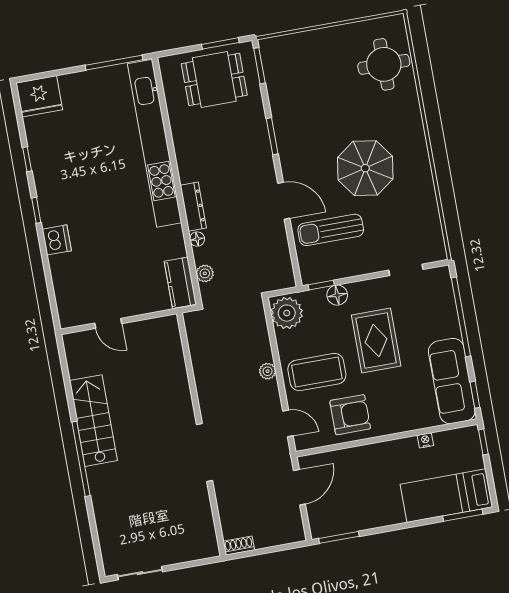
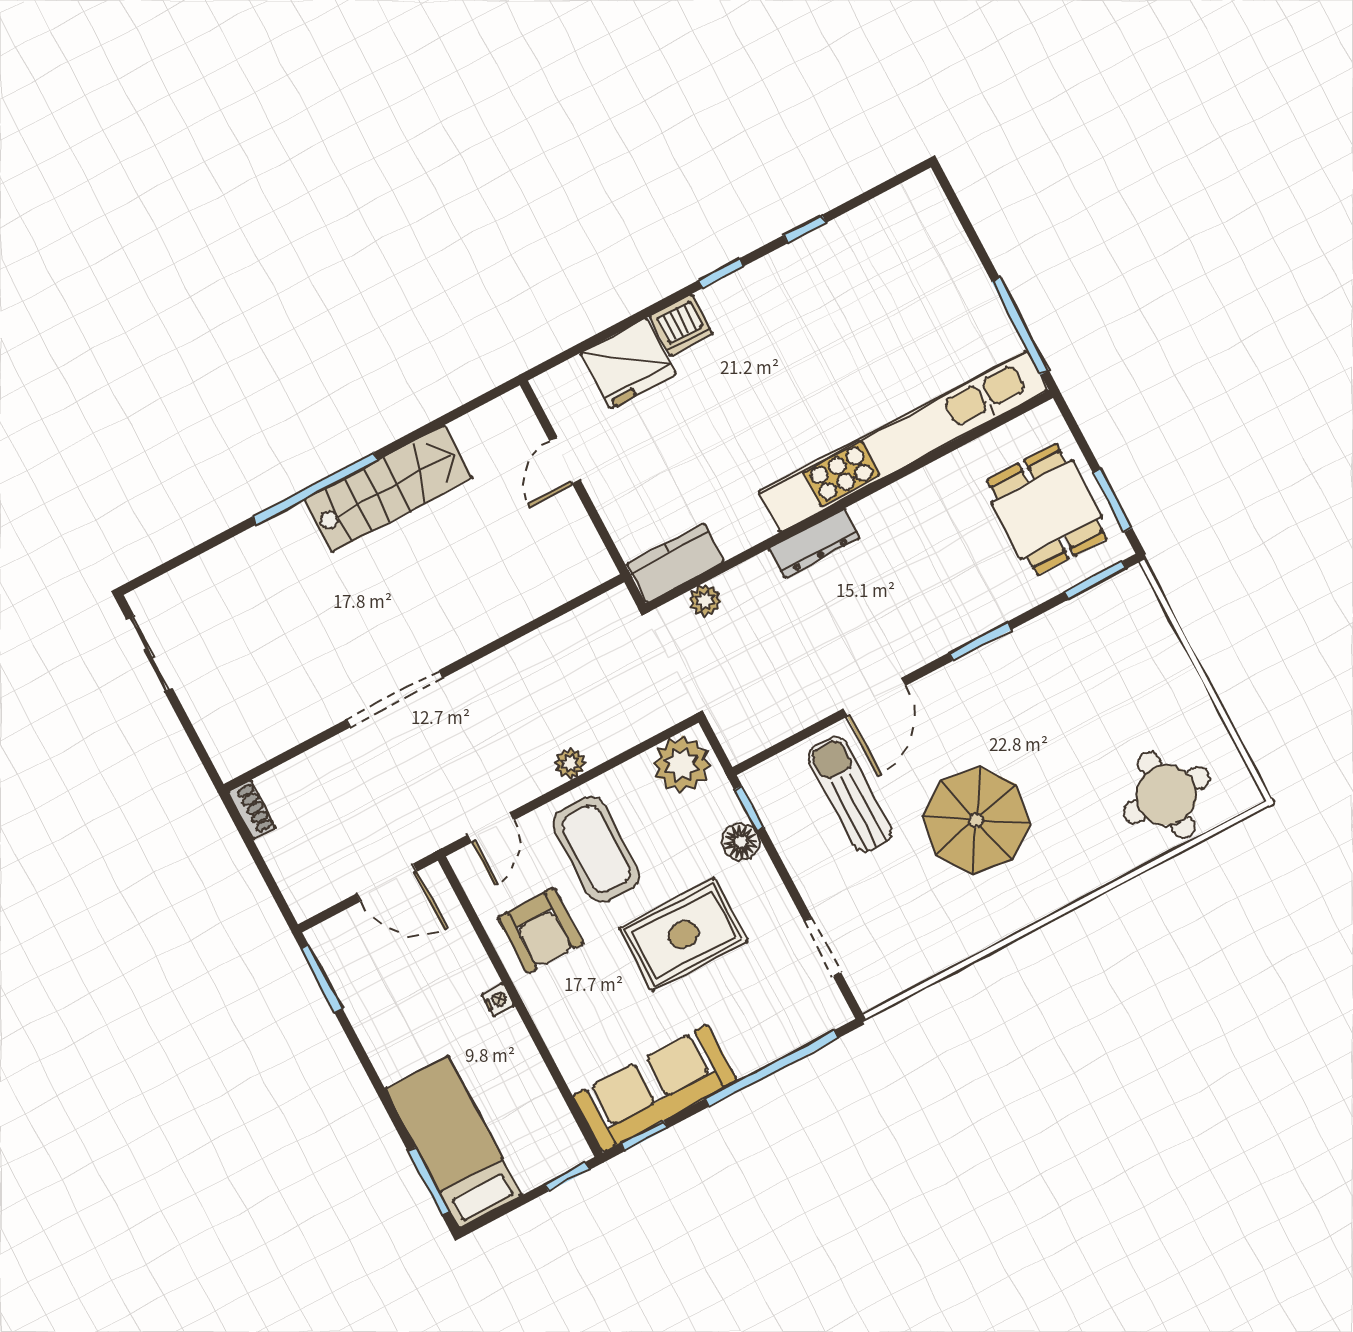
fridge: (39, 96) -> (628, 364), moved, turned -90
floor lamp: (197, 239) -> (760, 568), removed
nightstand: (425, 440) -> (498, 1000), moved

